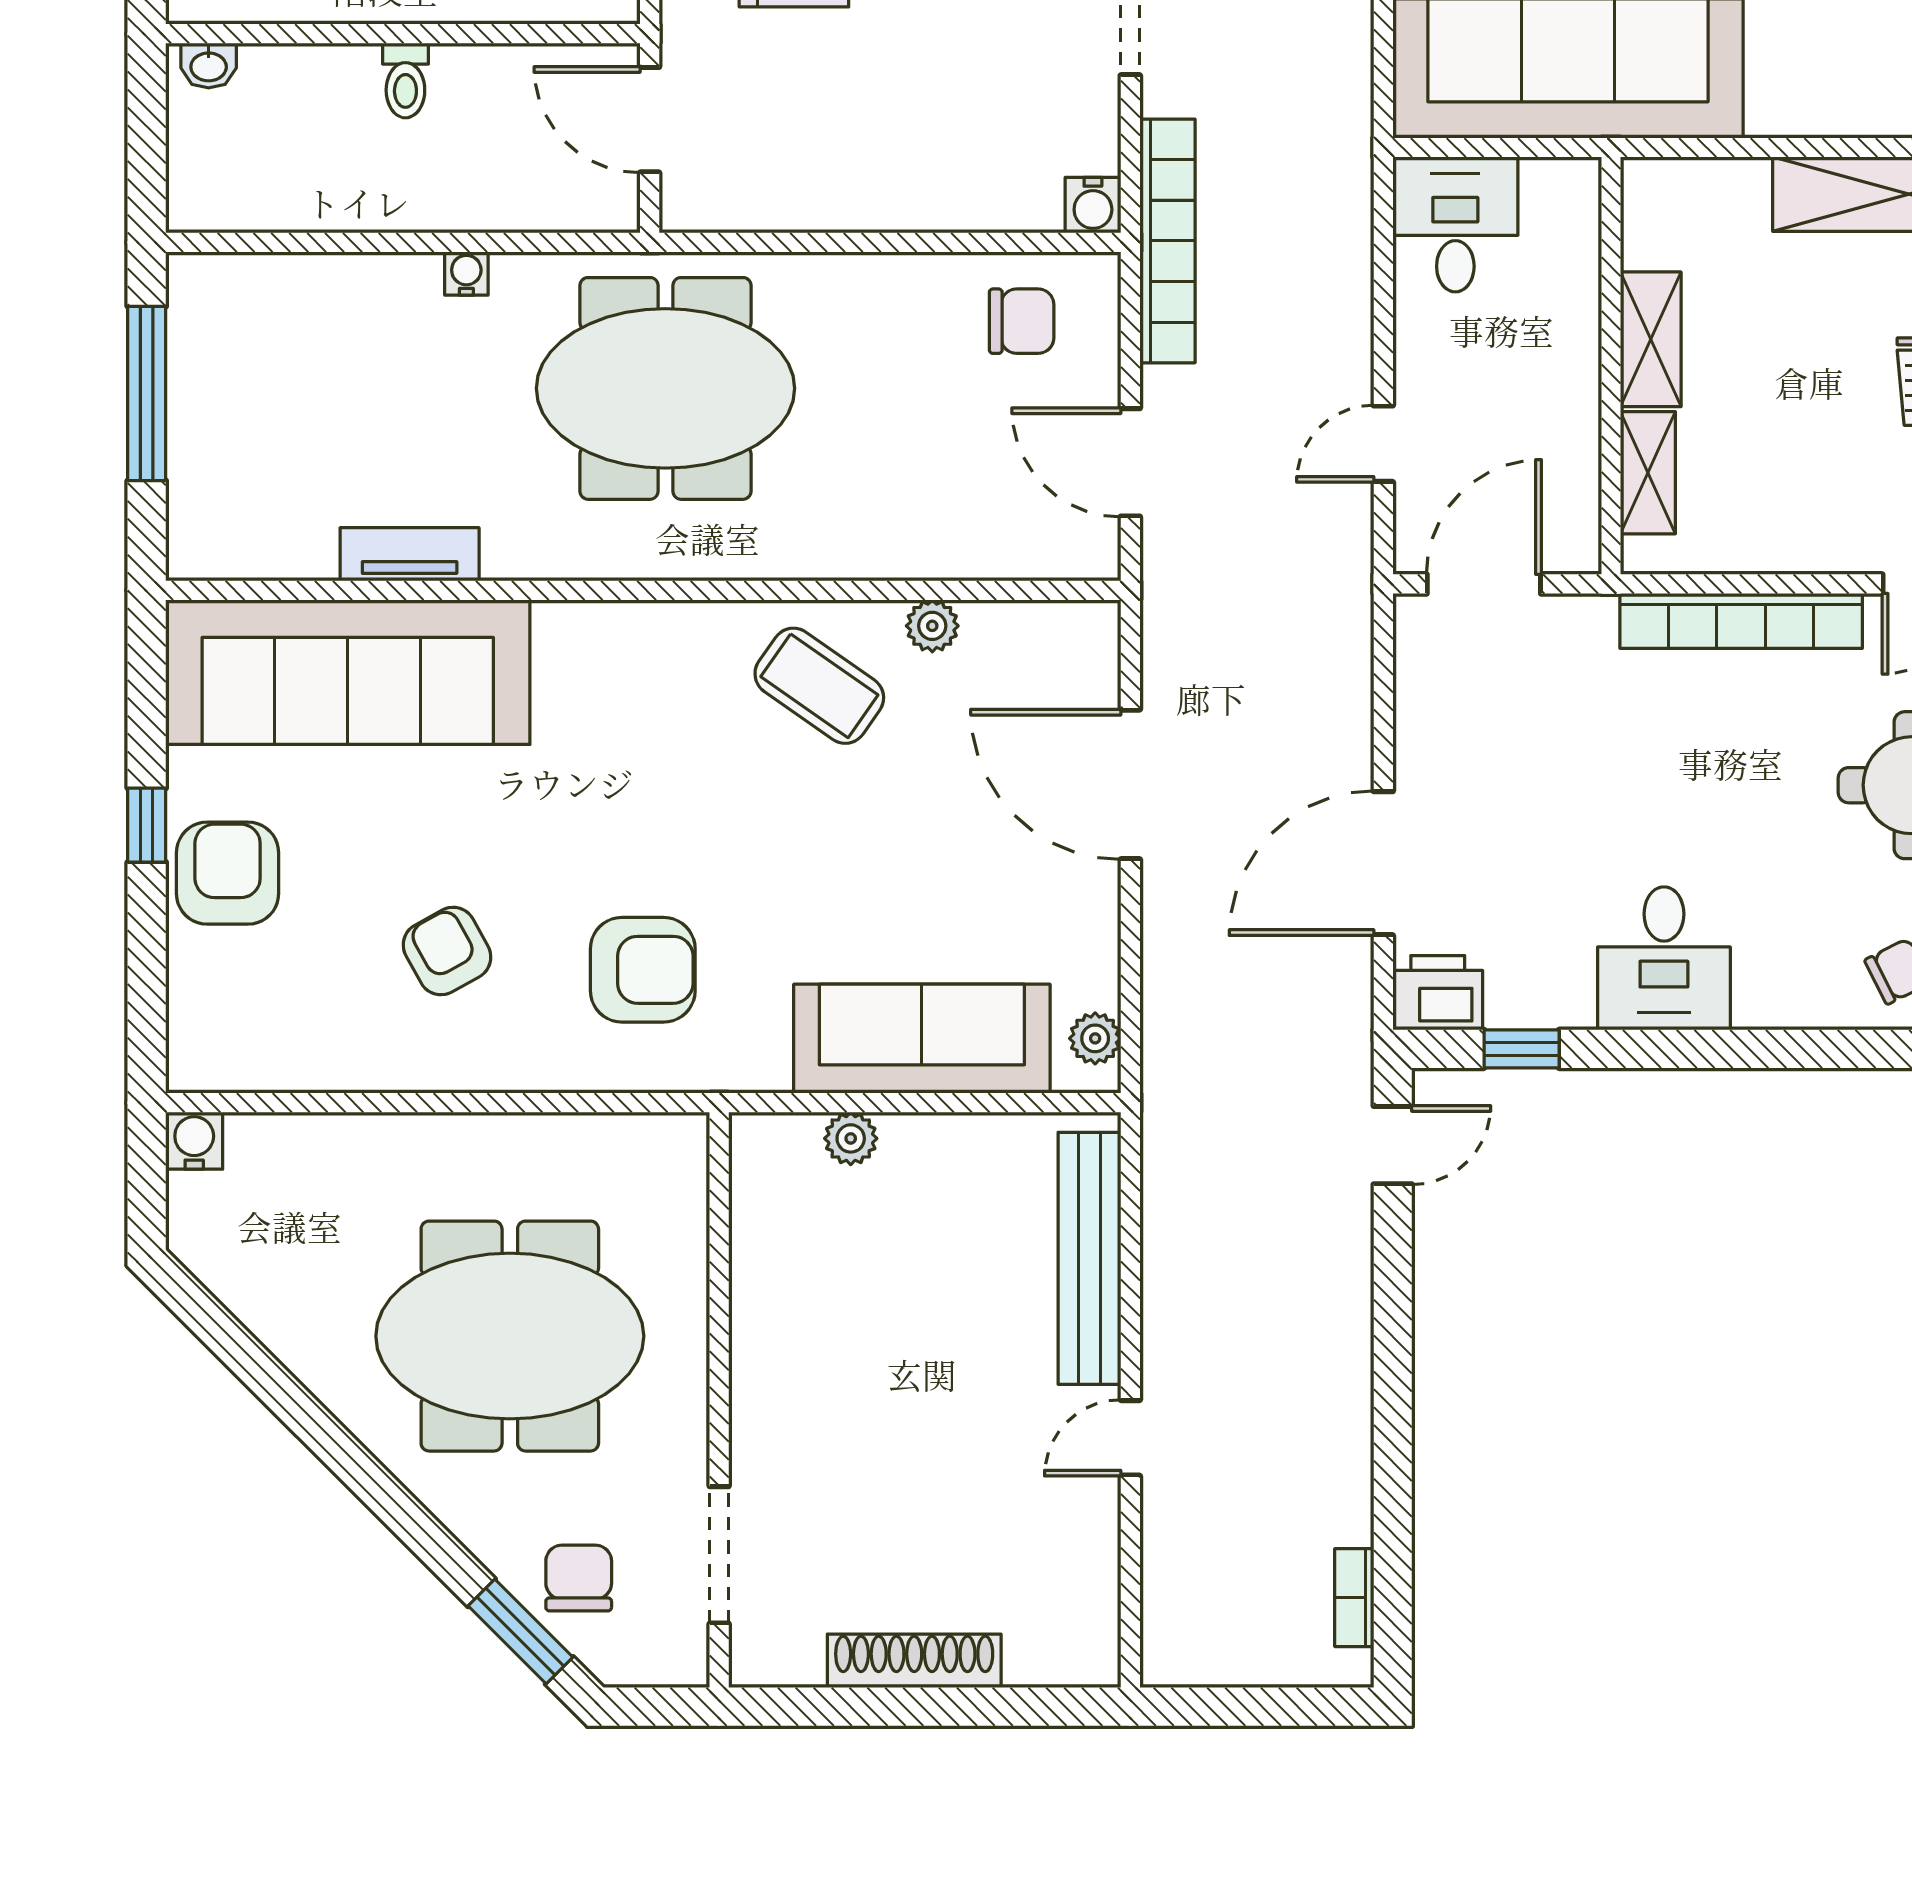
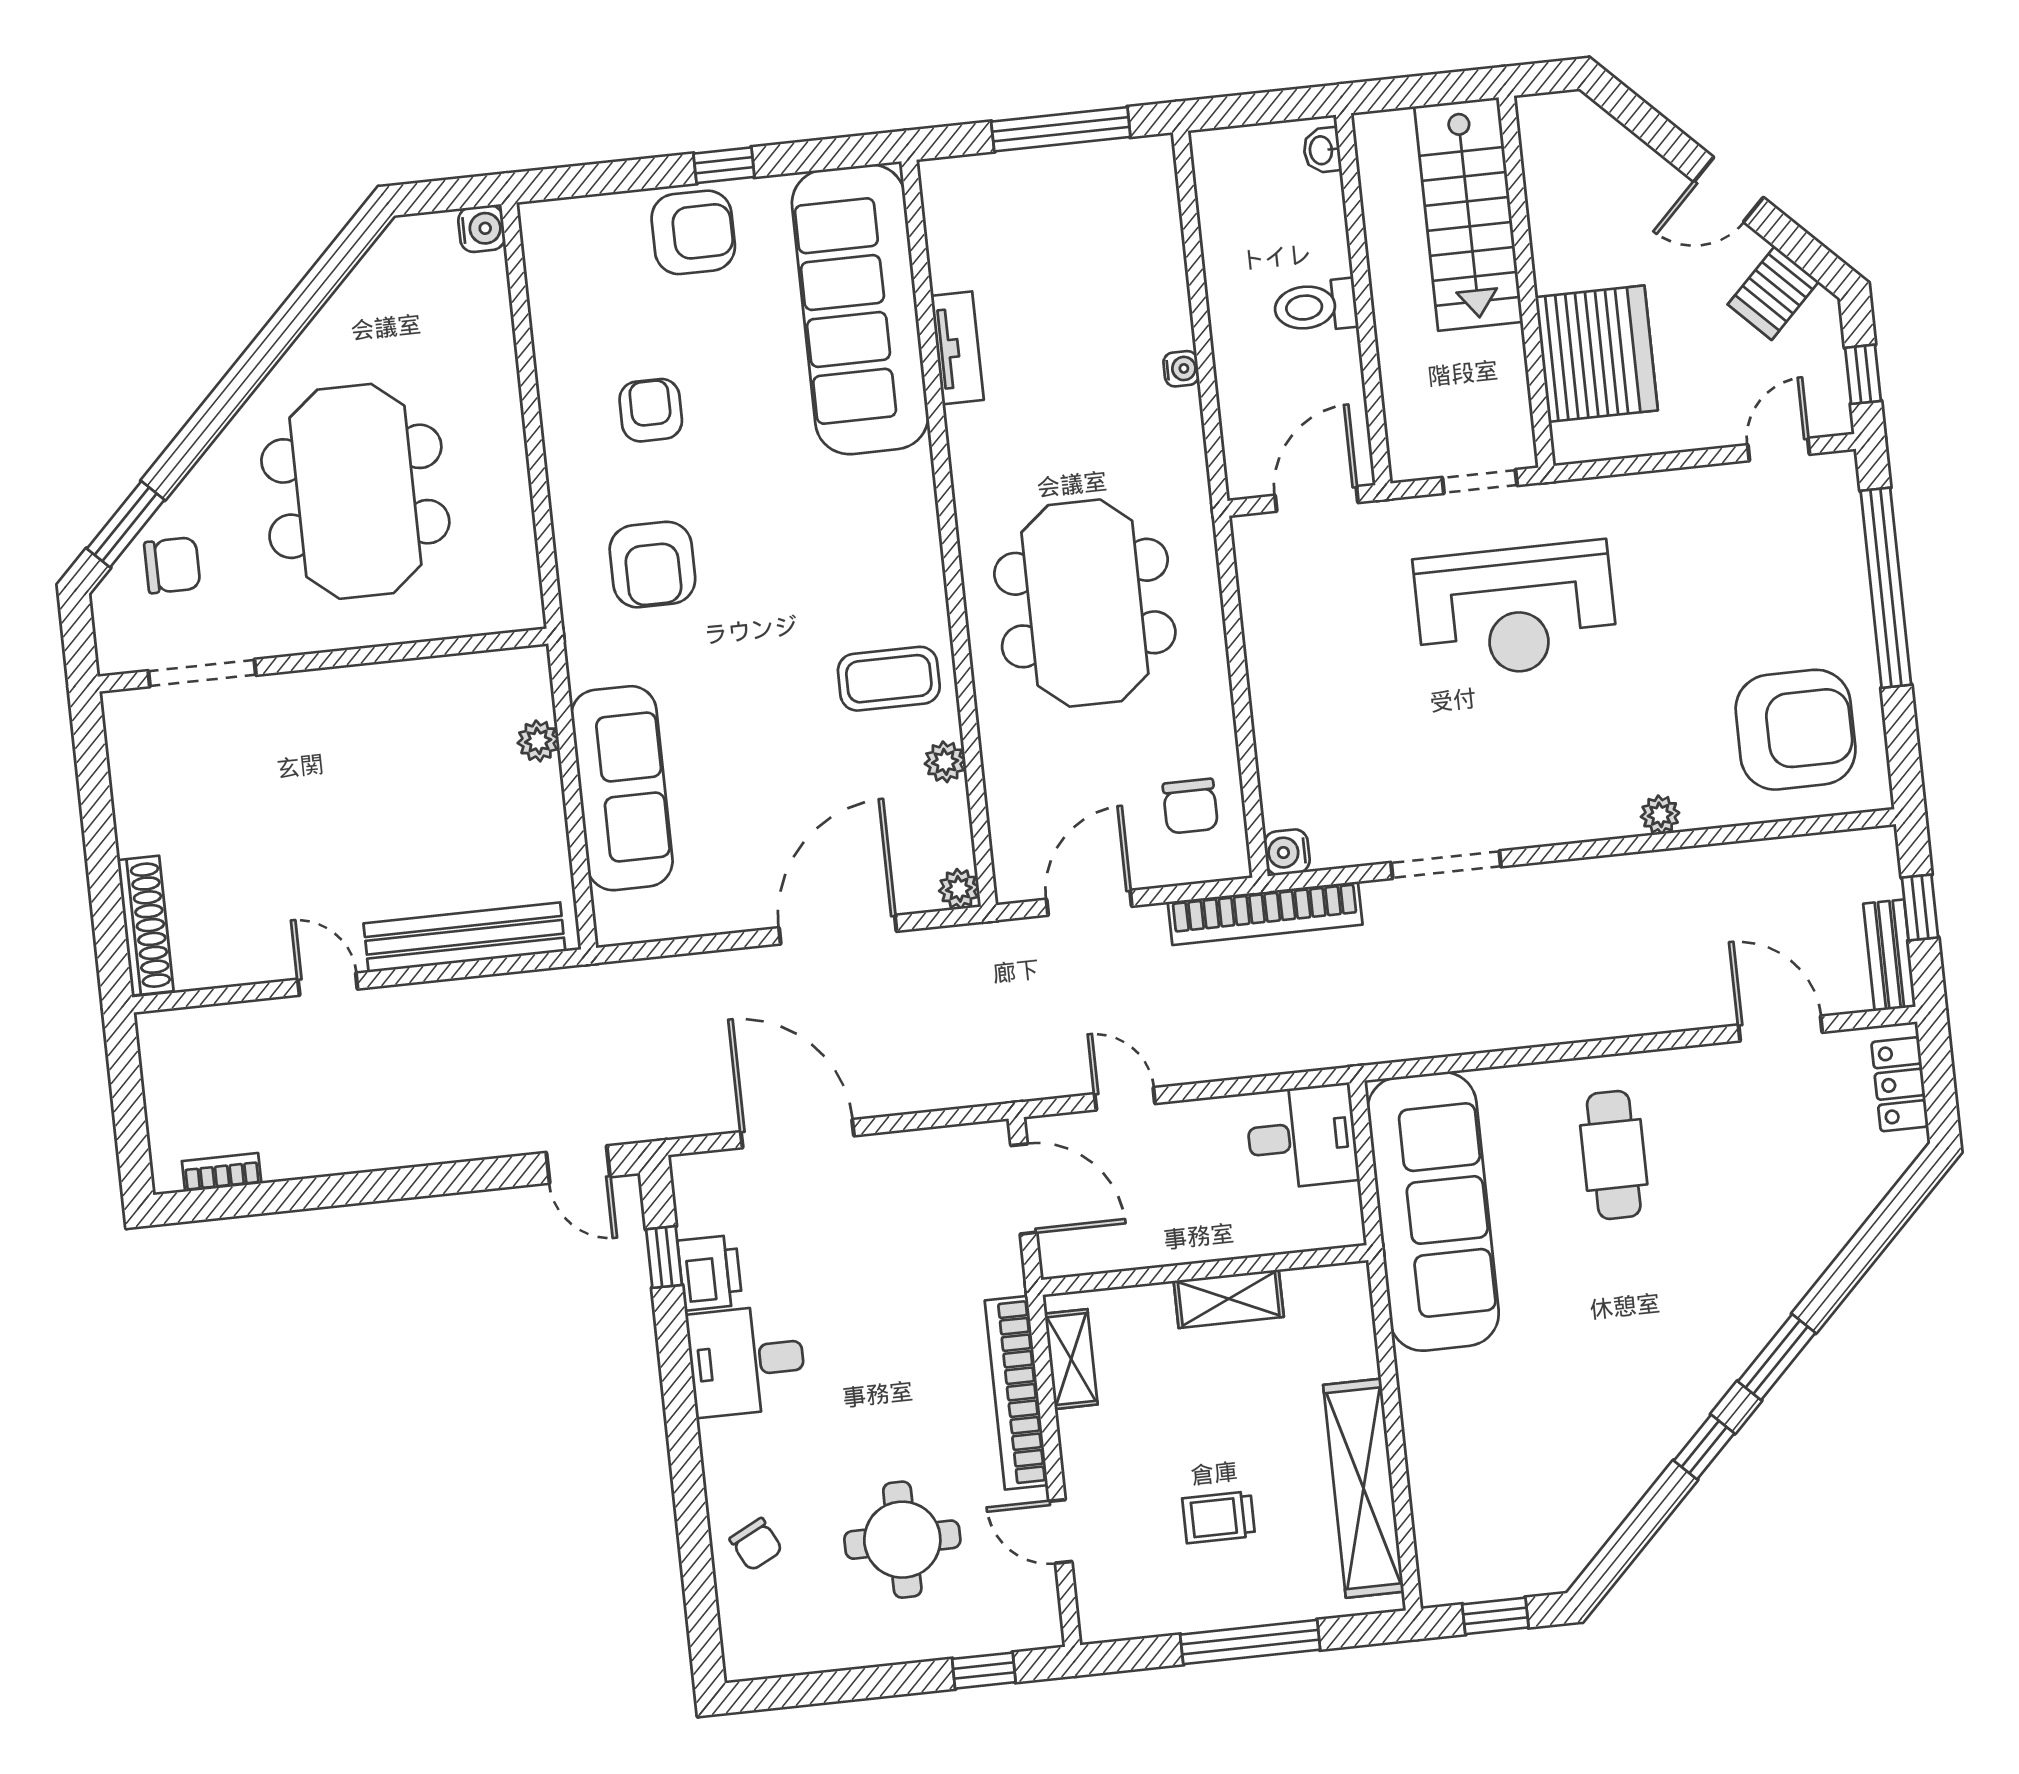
toilet: (405, 80) -> (1316, 306), width x1.37, depth x1.39
meeting table: (665, 388) -> (1085, 603), moved
shelving: (1648, 473) -> (1071, 1359), moved, turned 90
coffee table: (819, 686) -> (889, 679), turned 55
armchair: (447, 951) -> (651, 410), turned -61
printer: (1438, 993) -> (710, 1273), moved
plant: (1095, 1038) -> (959, 889), moved
shoe rack: (914, 1661) -> (145, 926), moved

